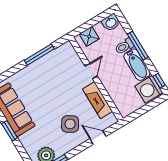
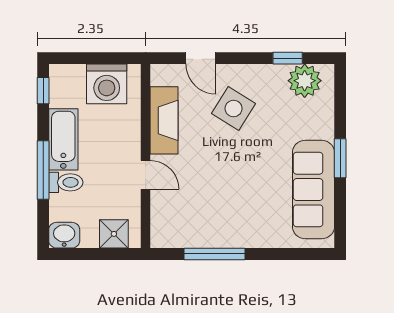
door: (91, 71) -> (146, 175), swing flipped
washing machine: (149, 89) -> (107, 84), moved, turned 90

